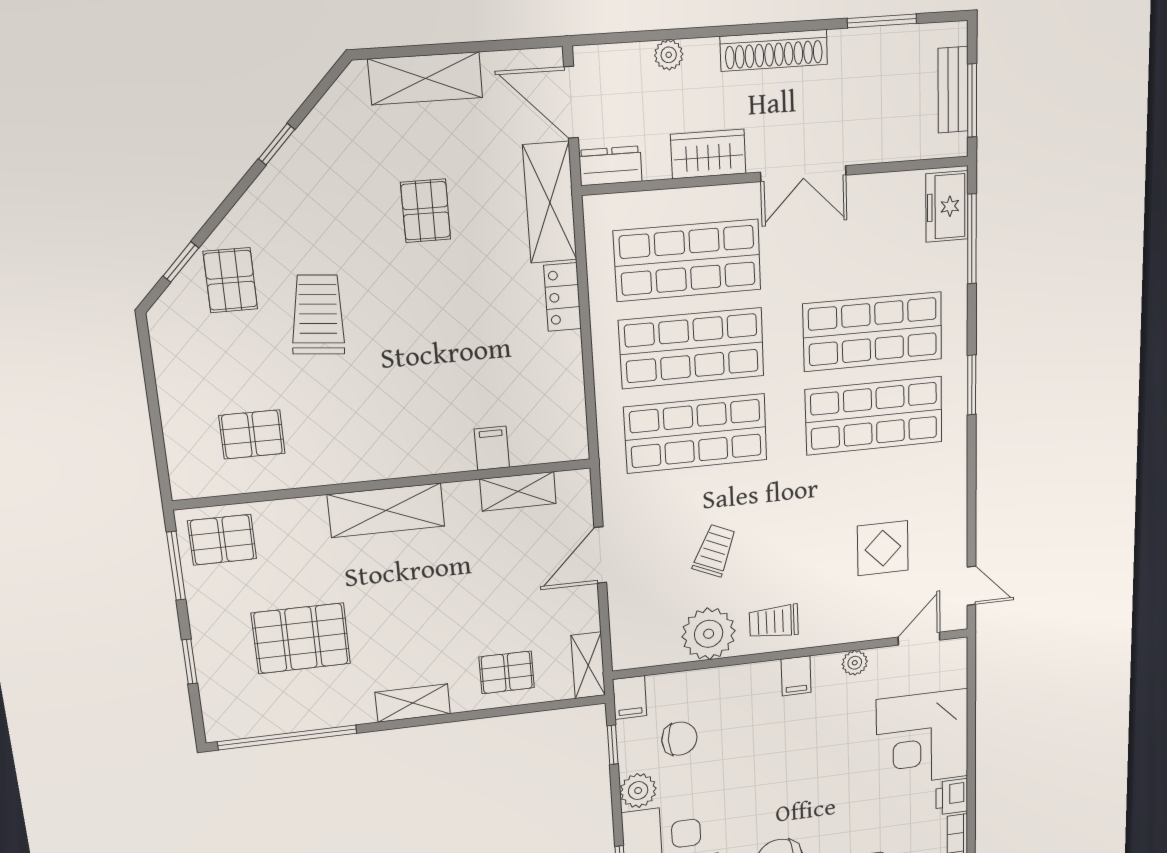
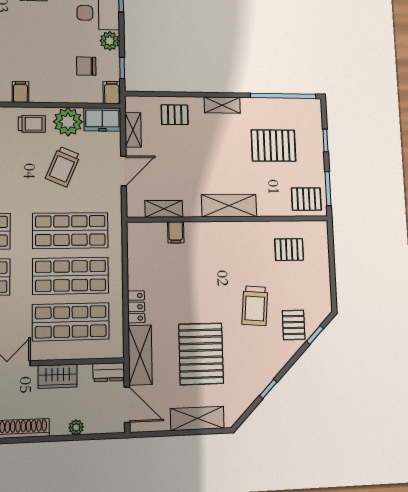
pallet: (426, 211) -> (201, 354), width x2.05, depth x2.00
trolley: (715, 551) -> (63, 167), width x1.36, depth x1.39
freezer: (645, 646) -> (102, 119), added
shelving: (588, 665) -> (133, 130), moved

